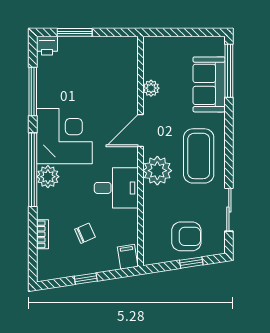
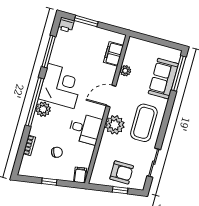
filing cabinet: (127, 69) -> (113, 54), added

